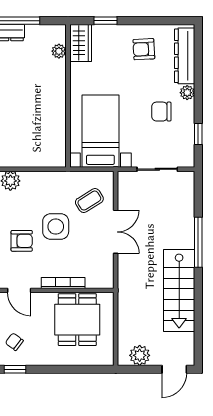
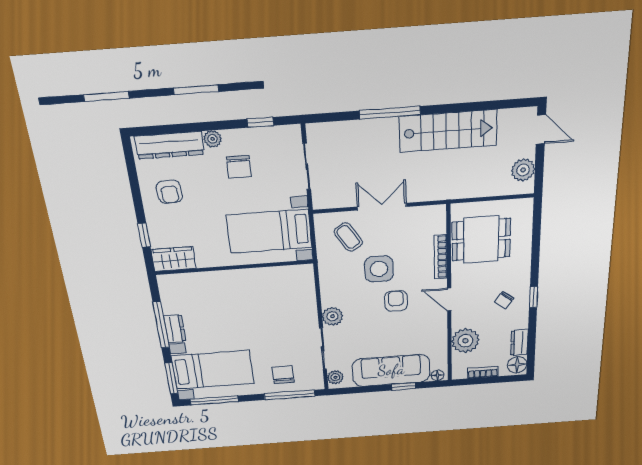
plant: (59, 51) -> (187, 280), removed
door: (19, 290) -> (449, 299), swing flipped

